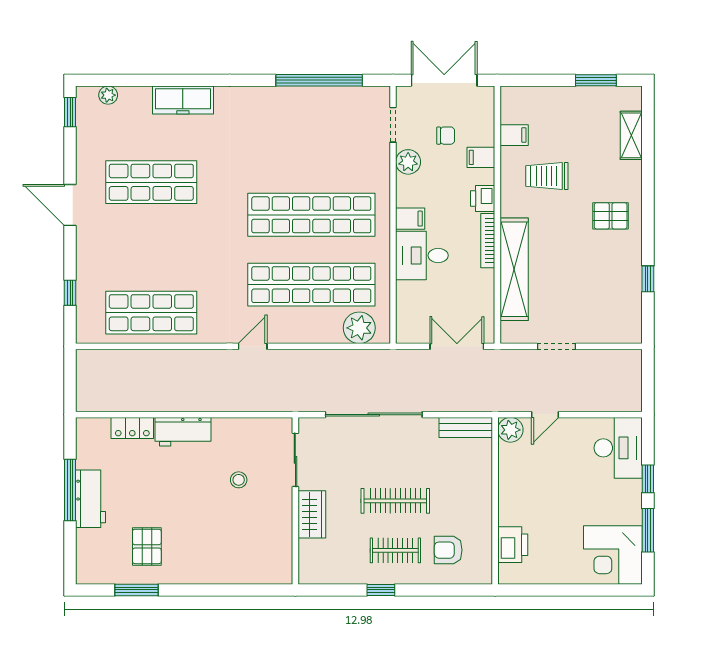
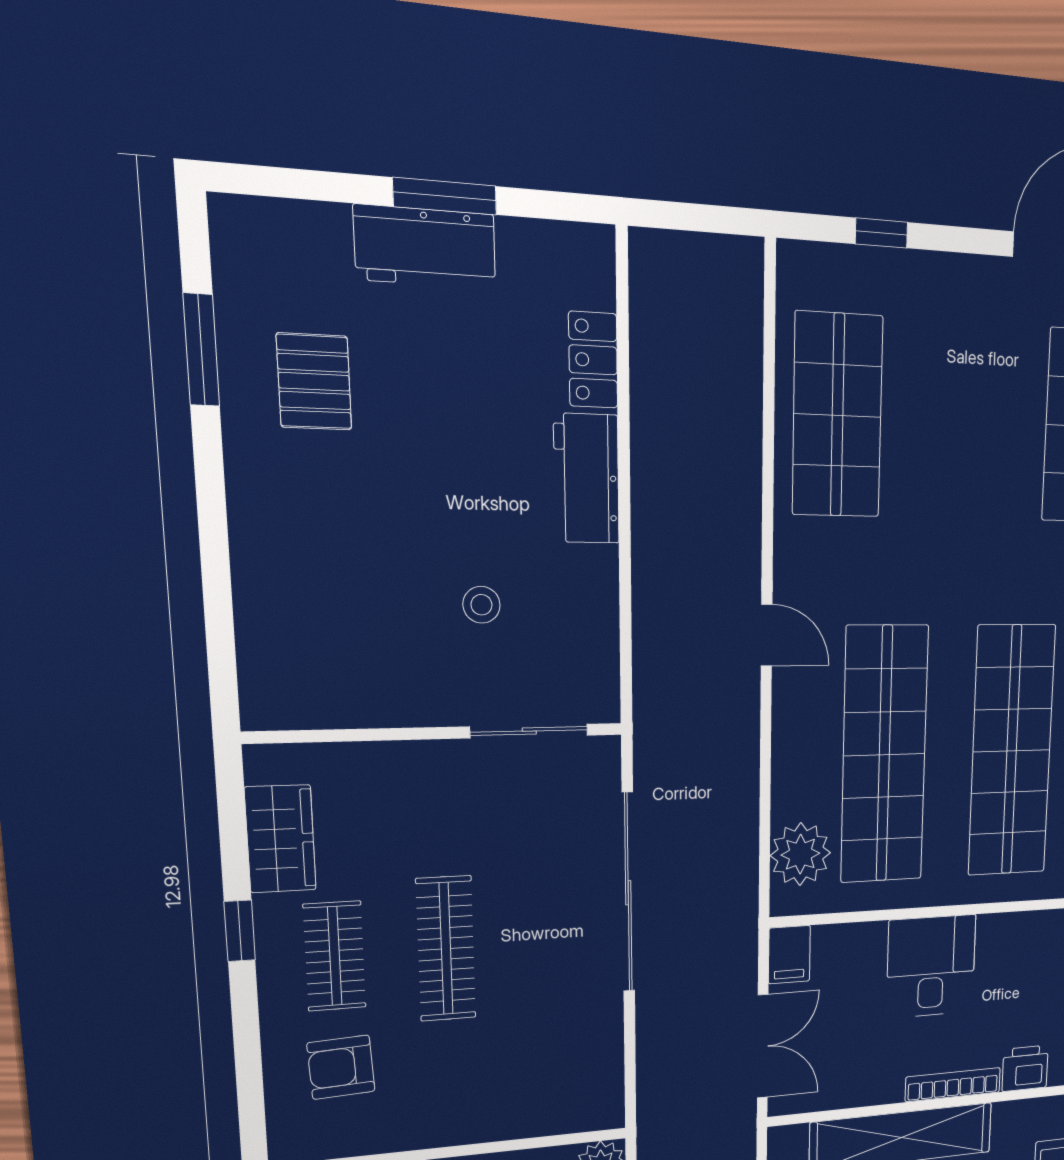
filing cabinet: (410, 219) -> (789, 955), moved
bench: (466, 427) -> (604, 1079), removed
window: (70, 490) -> (445, 196), width x0.69
wardrobe: (312, 514) -> (280, 839), moved, turned -90
pallet: (147, 546) -> (314, 382), turned 90
armchair: (448, 550) -> (341, 1067), turned -93

